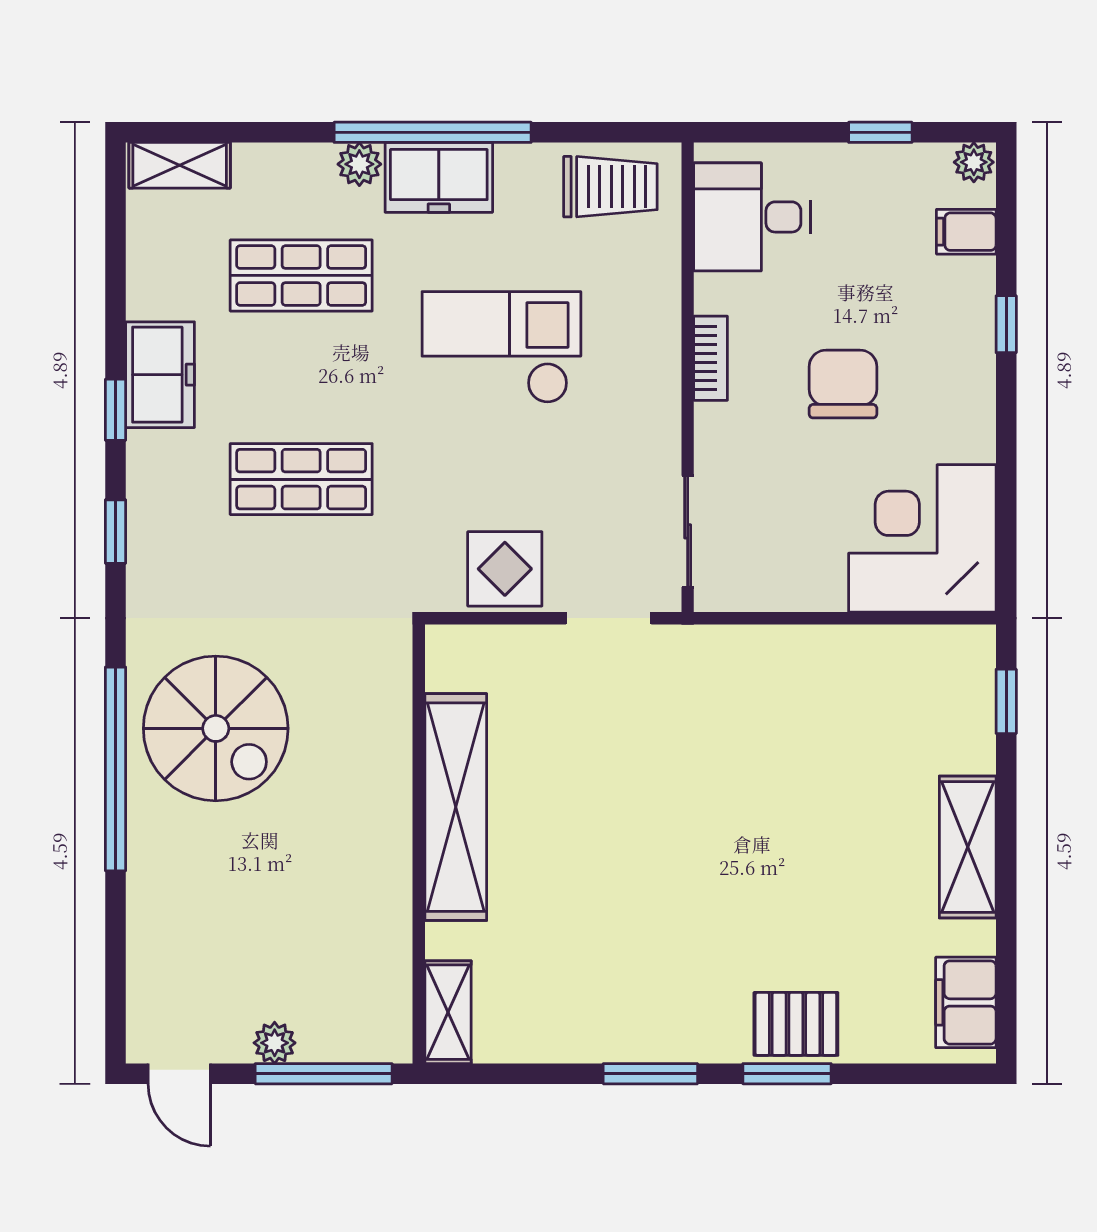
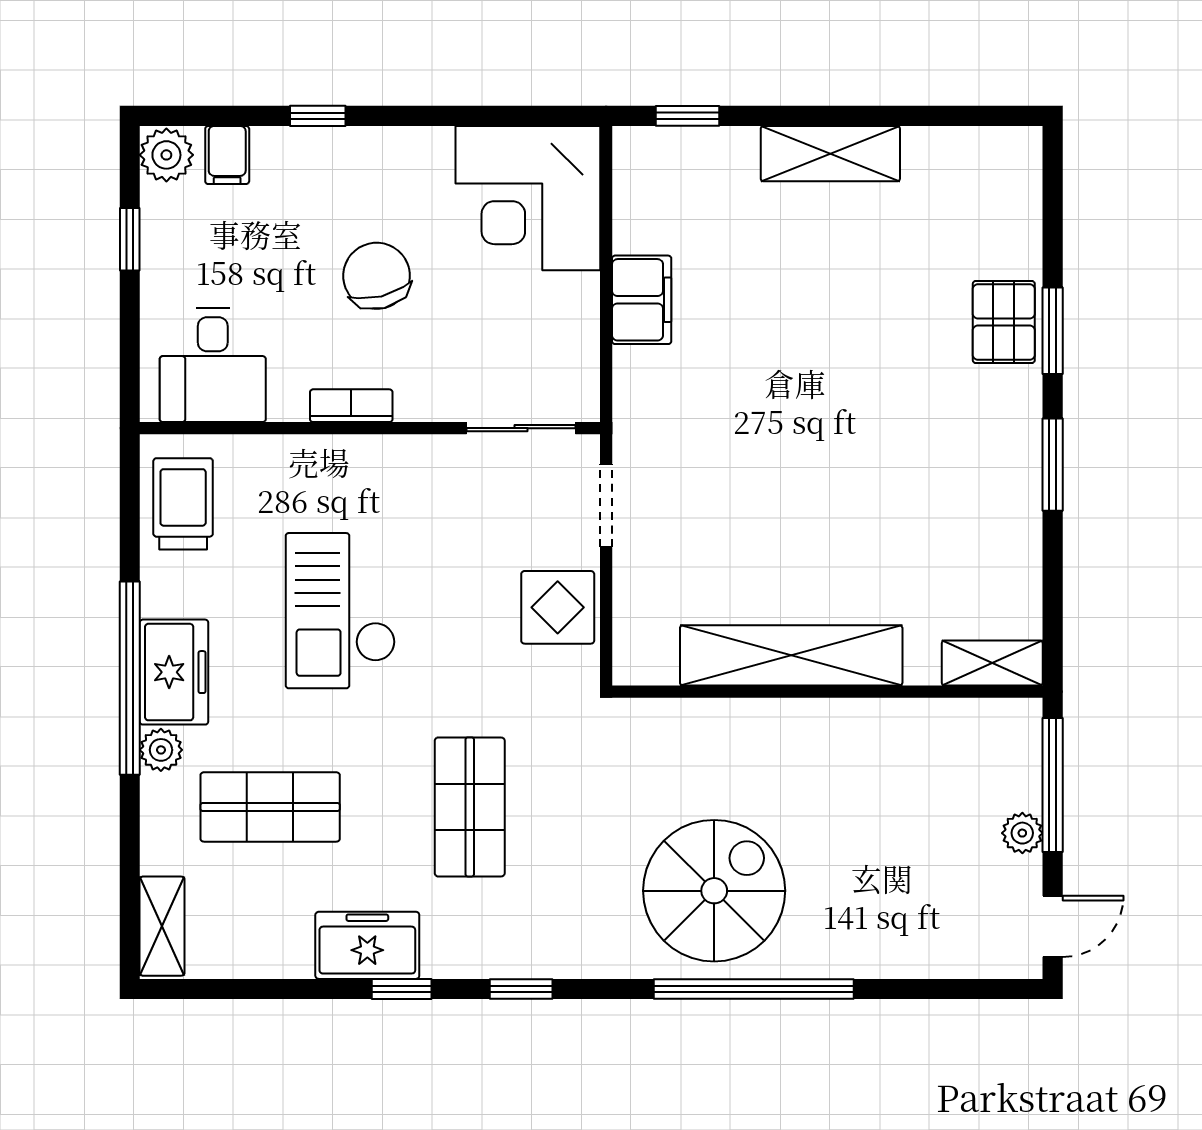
plant: (974, 162) -> (166, 155), width x1.38, depth x1.38
shop shelf: (301, 275) -> (270, 807), turned 90
chair: (843, 384) -> (377, 276), turned 76
filing cabinet: (966, 1002) -> (642, 300), moved, turned -90

